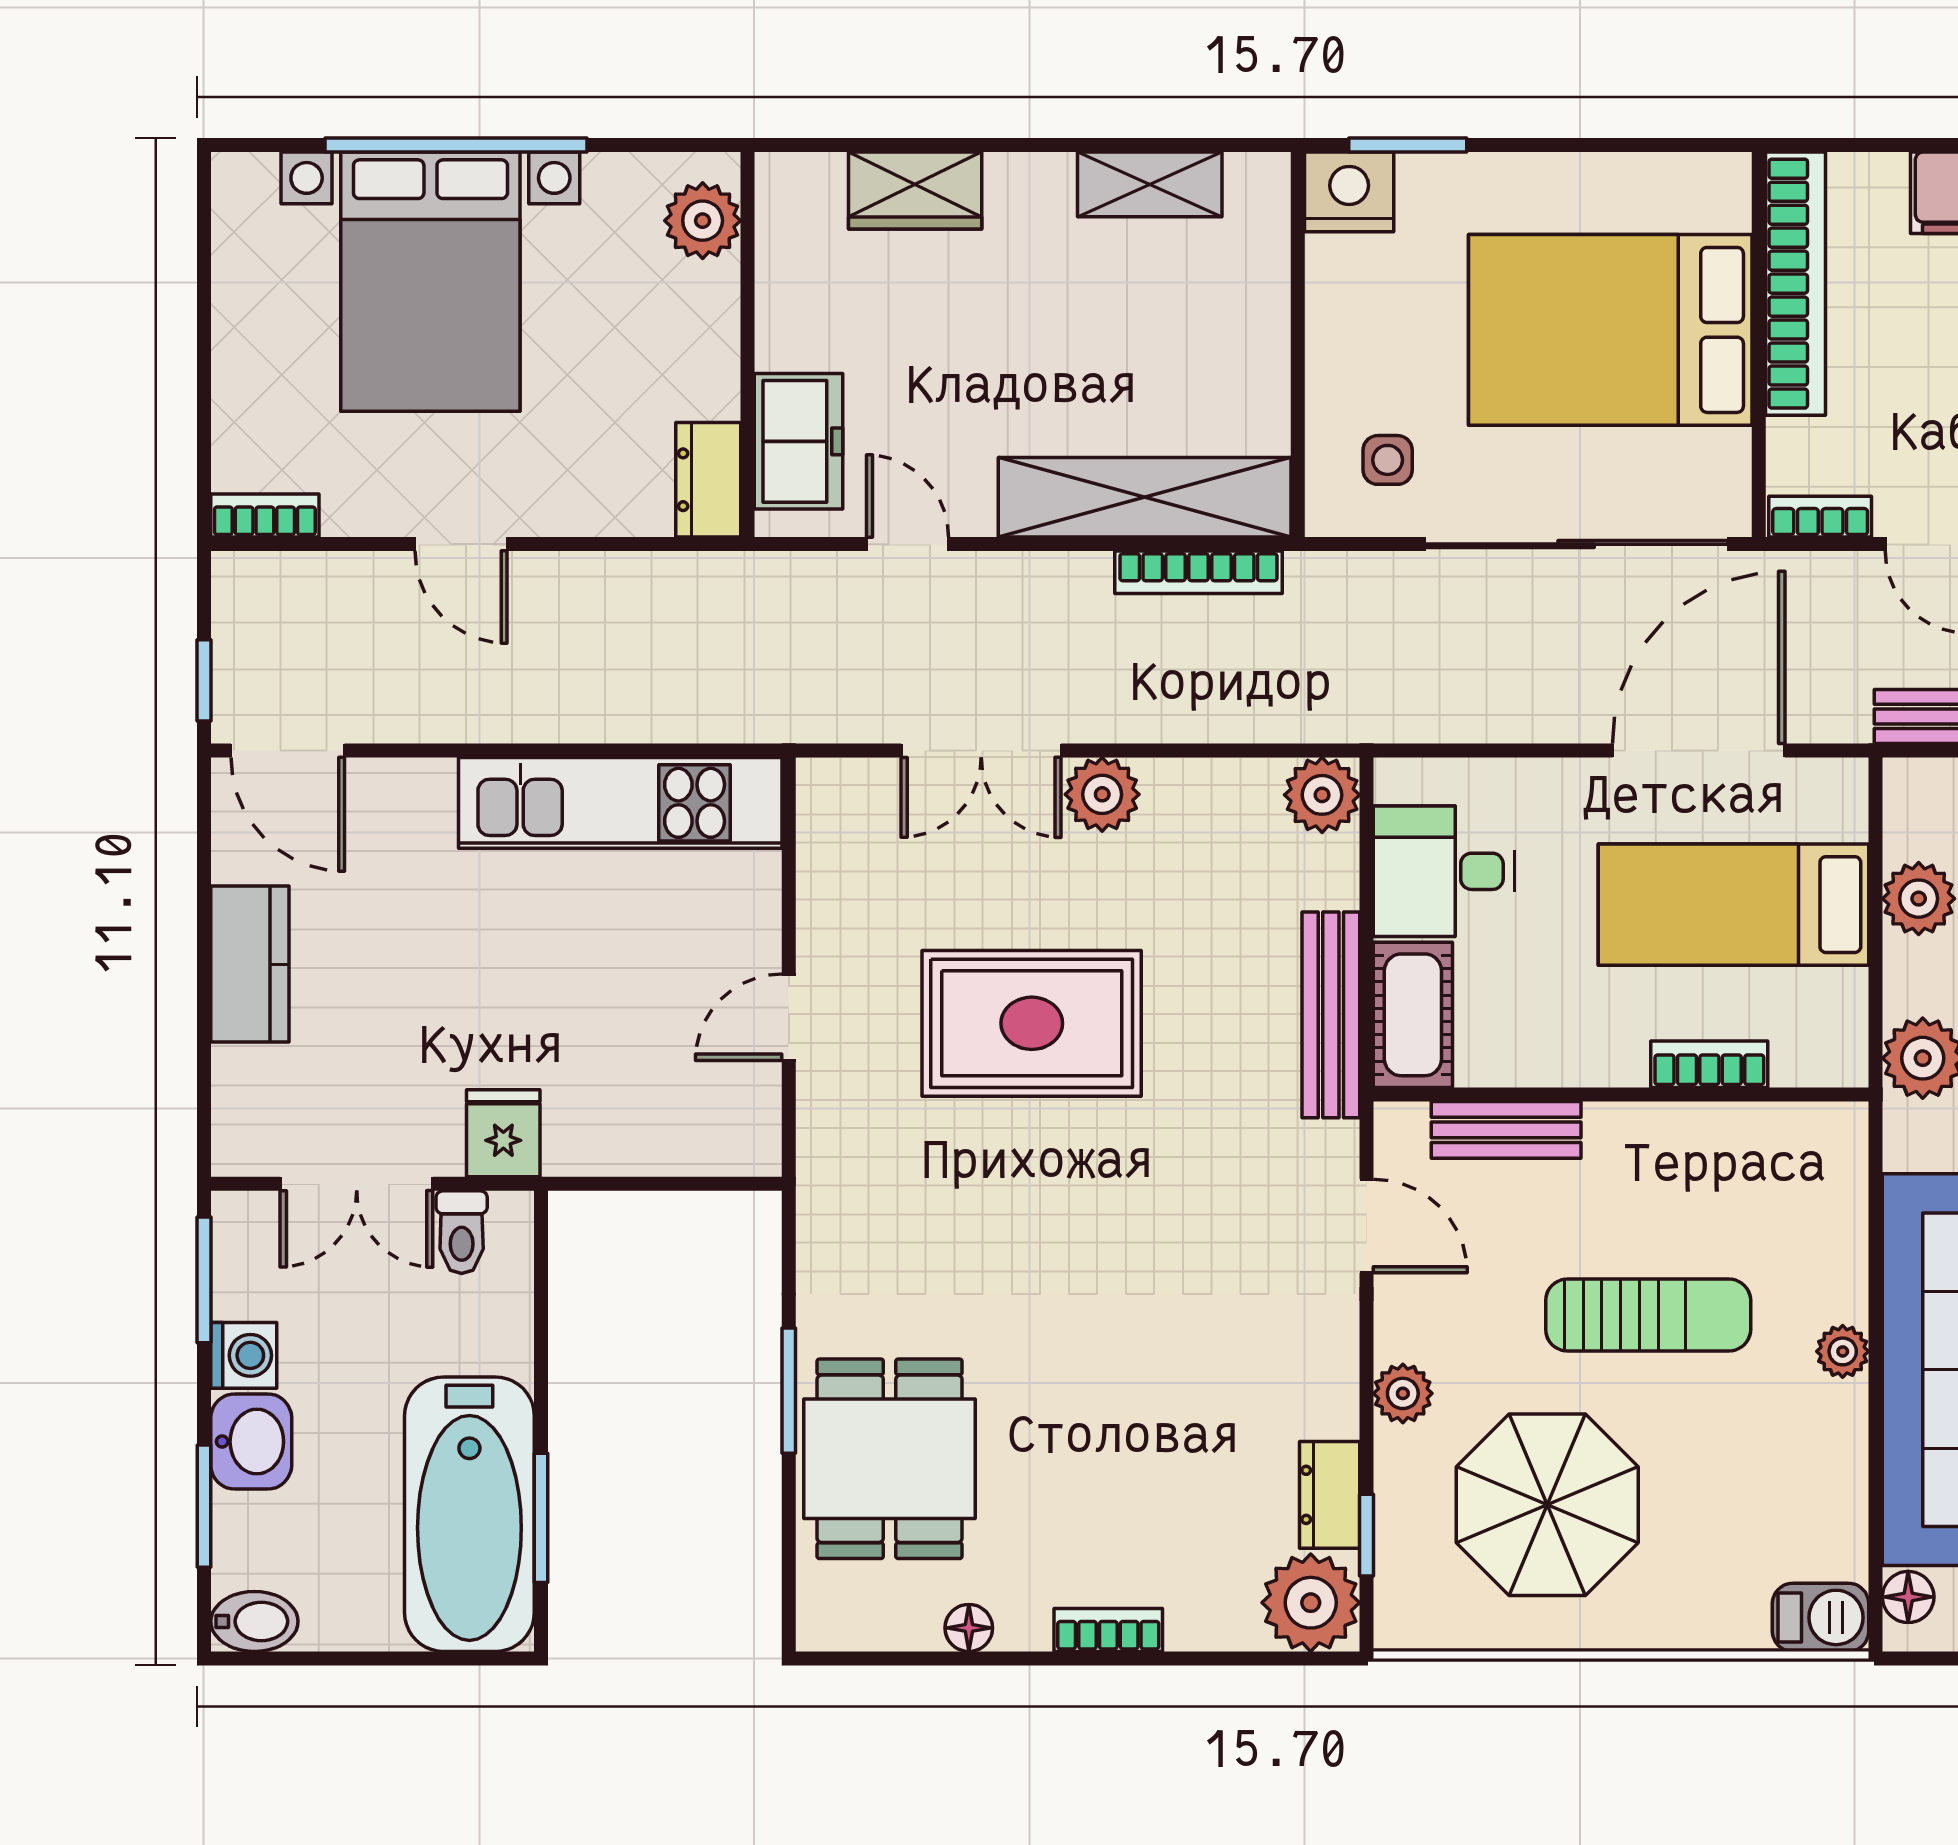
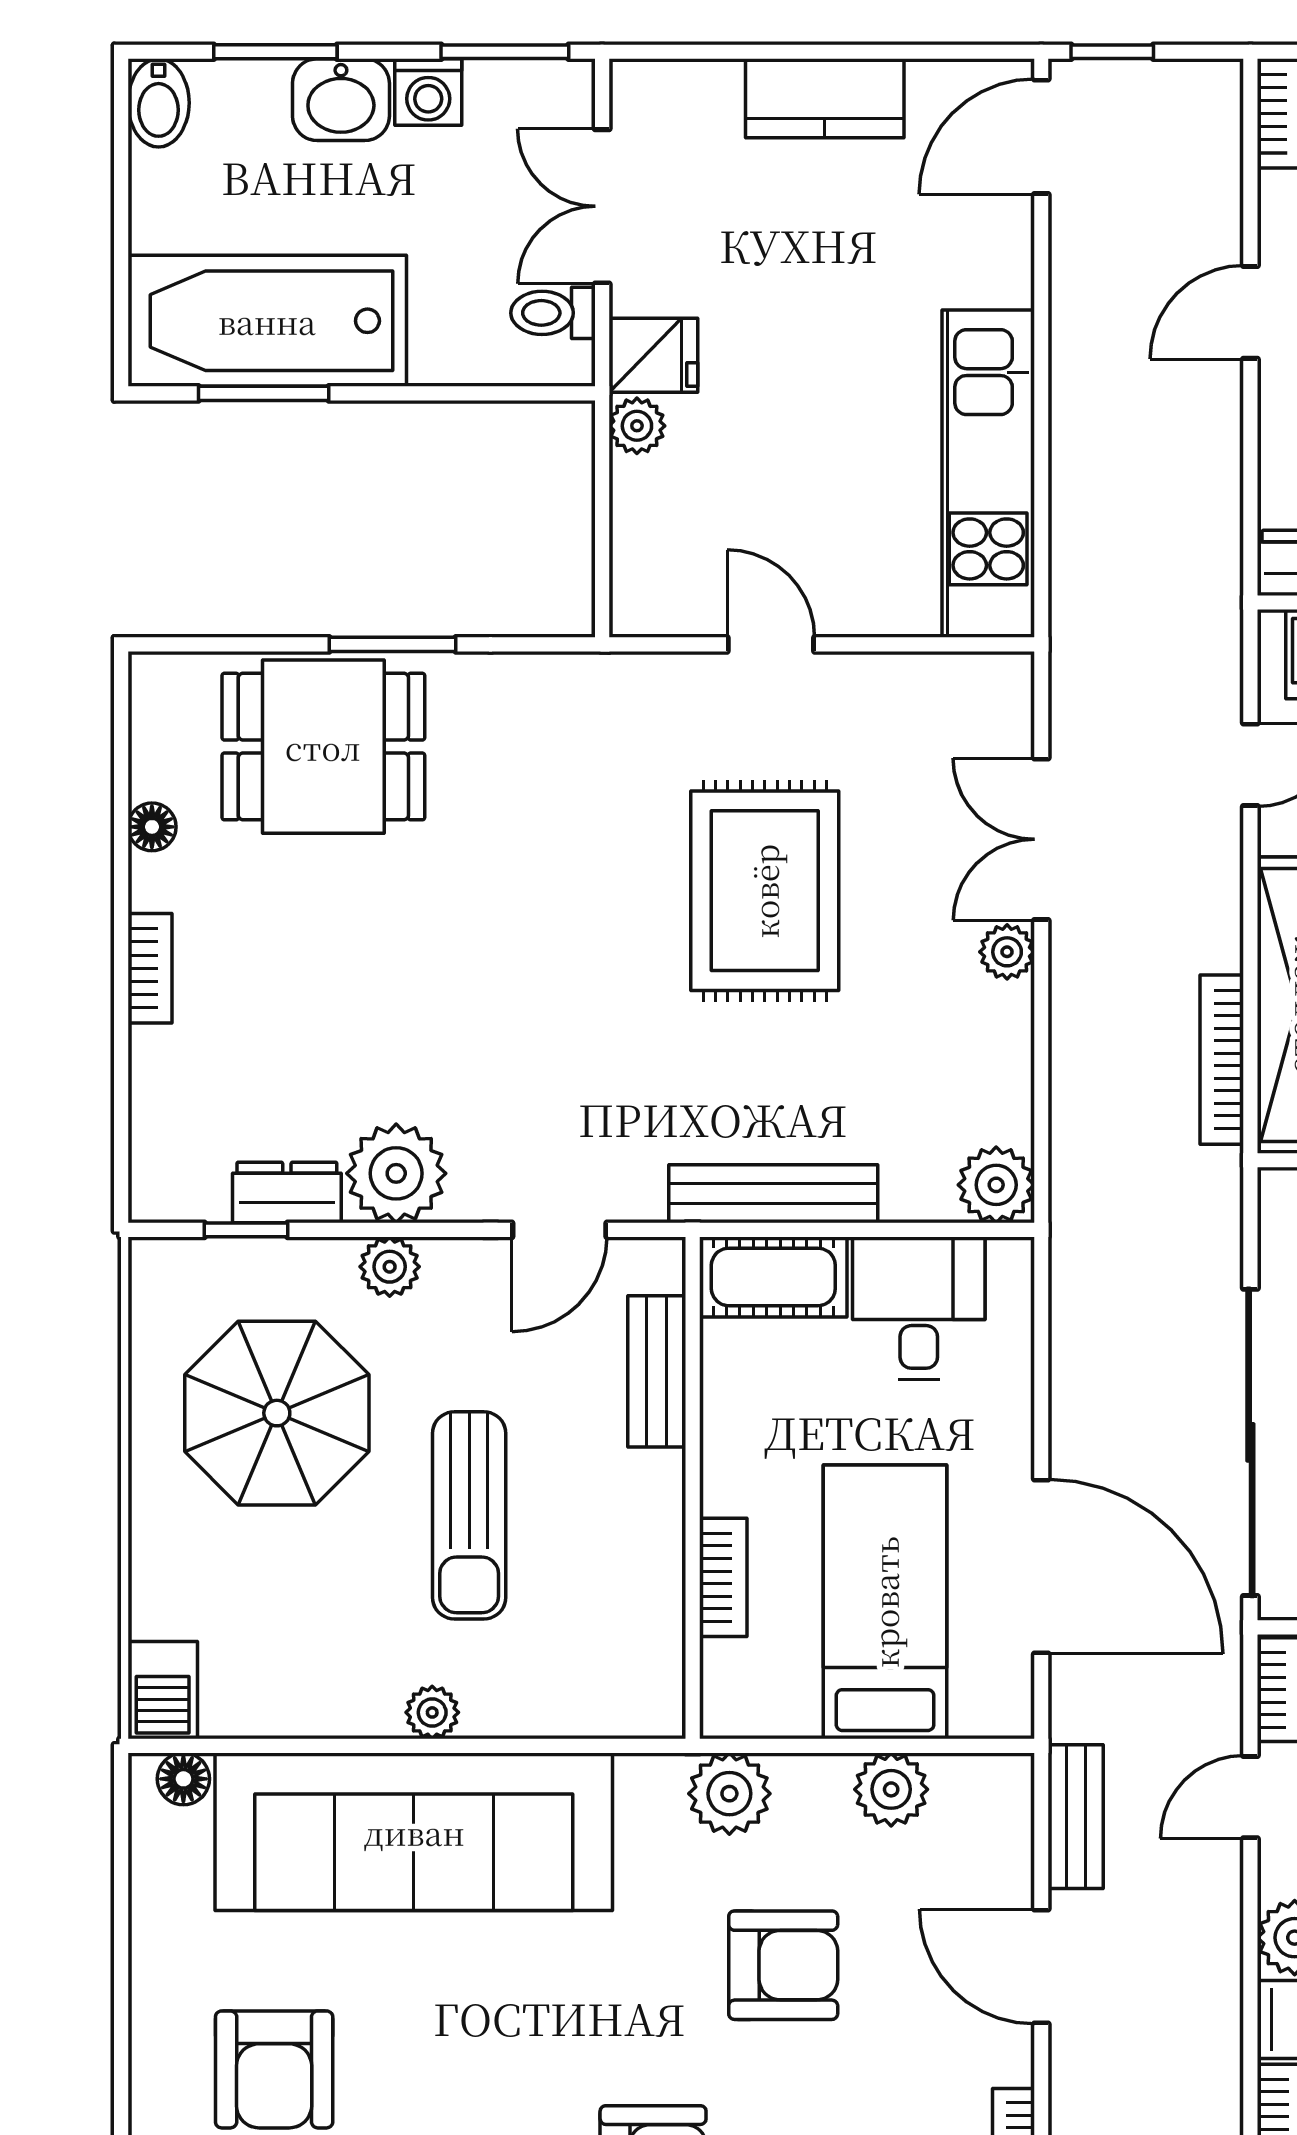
plant: (1102, 794) -> (1007, 952), width x0.73, depth x0.73
plant: (573, 1149) -> (637, 426), added
plant: (1311, 1603) -> (396, 1173), moved

